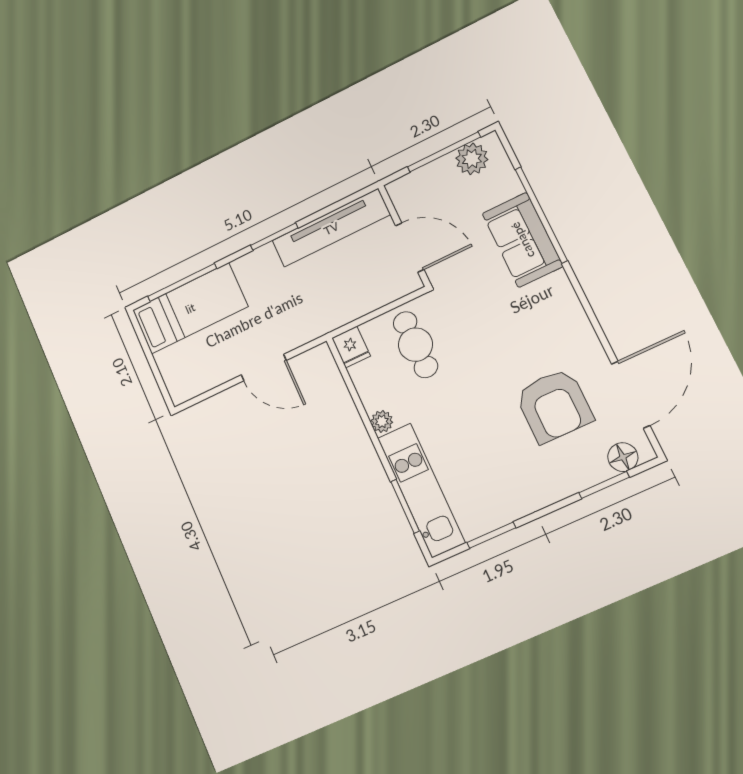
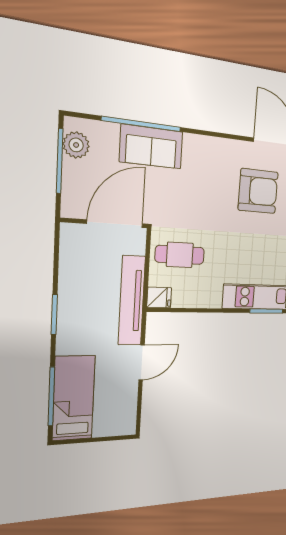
tv unit: (331, 228) -> (132, 301), moved, turned 180
door: (410, 248) -> (115, 224), width x1.36
plant: (382, 421) -> (214, 301), removed

